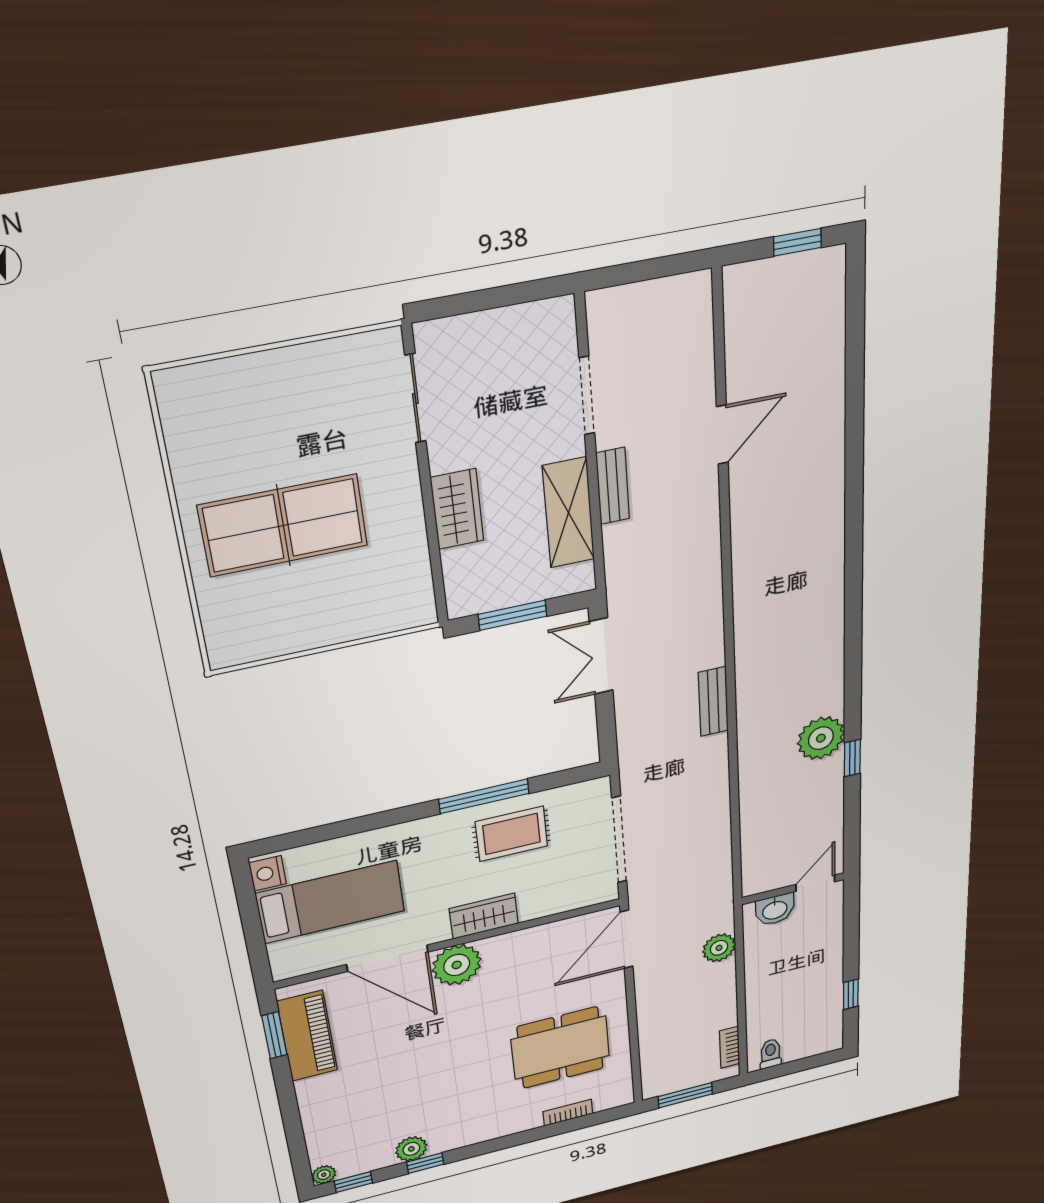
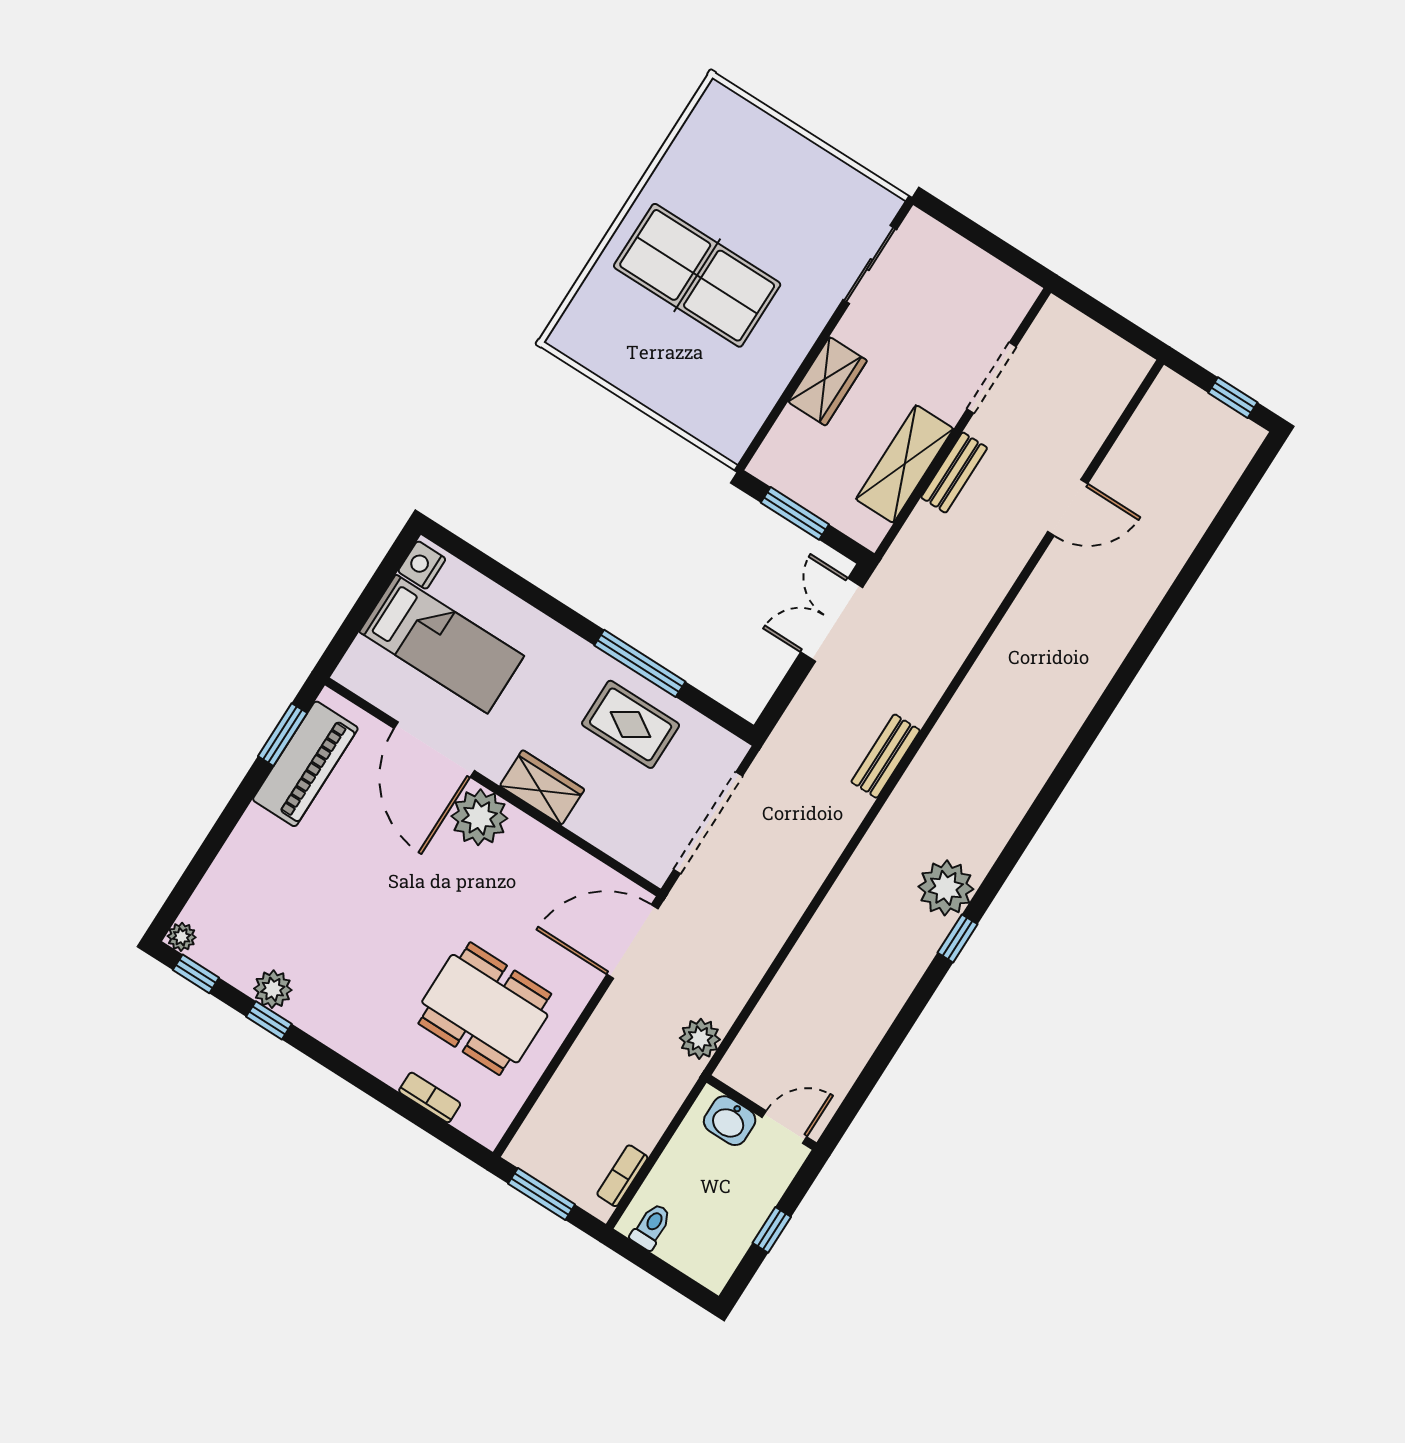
door: (815, 883) -> (784, 1127), moved
wall: (793, 889) -> (762, 1112), moved
washbasin: (775, 910) -> (730, 1121), moved

